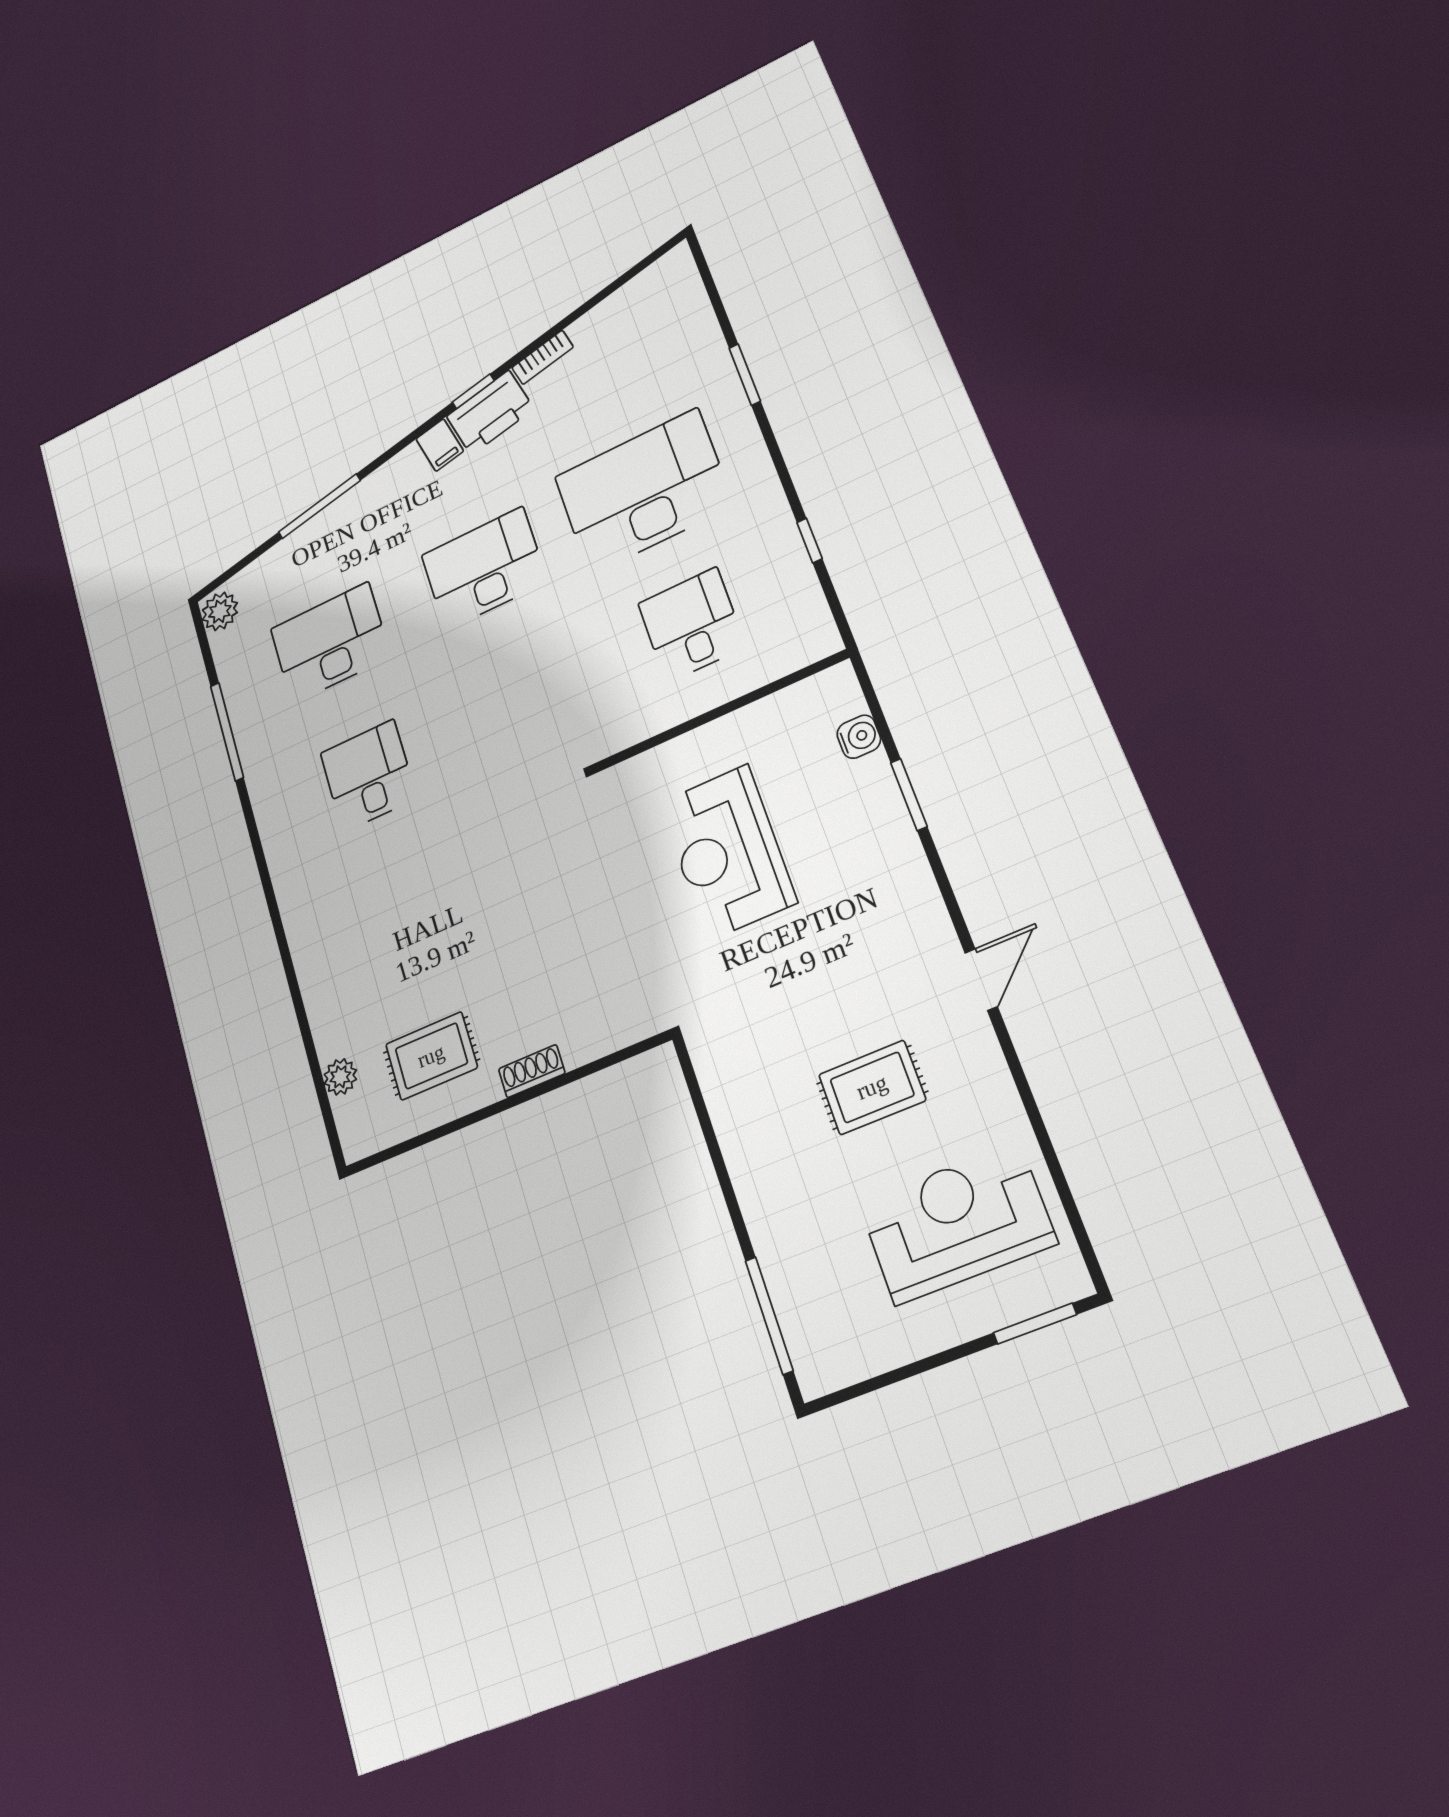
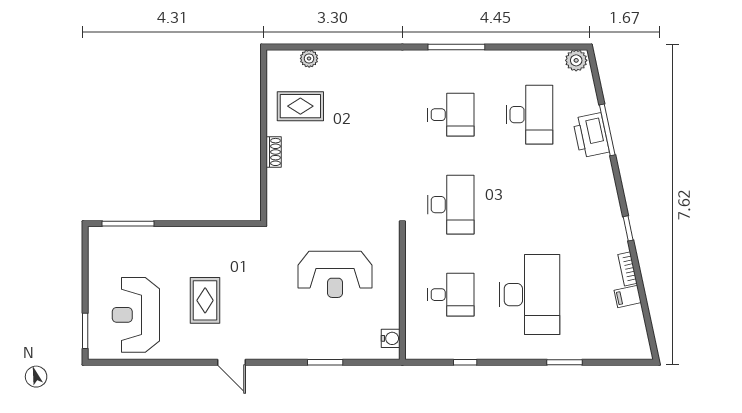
printer: (490, 413) -> (591, 135), moved
filing cabinet: (440, 445) -> (628, 296), moved
desk: (484, 568) -> (451, 205), moved
window: (227, 732) -> (456, 47), moved
water cooler: (859, 737) -> (391, 338), moved, turned -90
reception desk: (728, 852) -> (335, 274), turned 180
rug: (431, 1056) -> (300, 106), turned 90
reception desk: (957, 1223) -> (136, 315), turned 180

